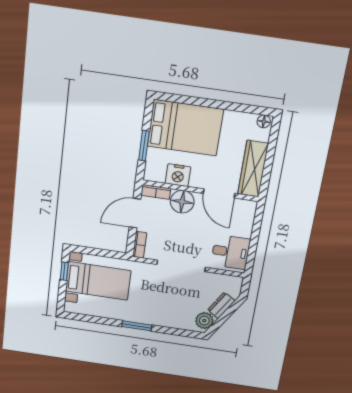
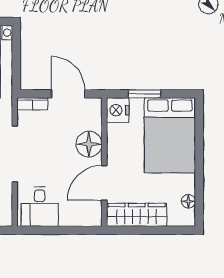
floor lamp: (264, 121) -> (188, 201), moved
nightstand: (178, 175) -> (118, 110), moved
bookcase: (156, 192) -> (96, 114), removed

